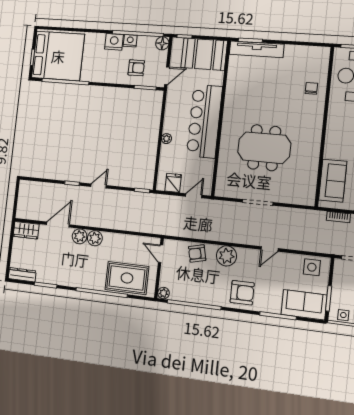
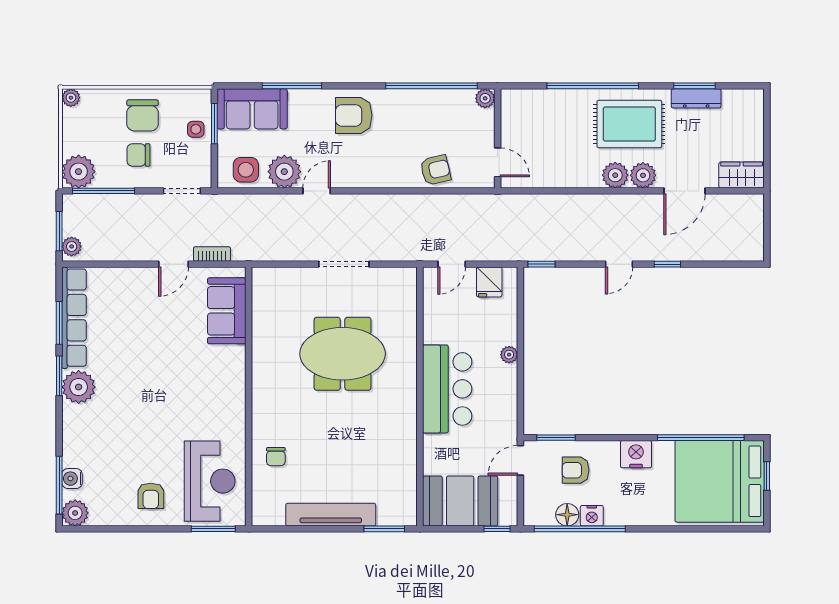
nightstand: (114, 42) -> (636, 454), moved, turned 180
floor lamp: (162, 43) -> (567, 515), moved
tv unit: (257, 49) -> (331, 515), moved
bar counter: (204, 121) -> (447, 389), width x0.73
plant: (226, 256) -> (284, 172), moved
dresser: (22, 275) -> (696, 98), moved
rug: (127, 278) -> (629, 124), moved
side table: (343, 315) -> (196, 129), moved

